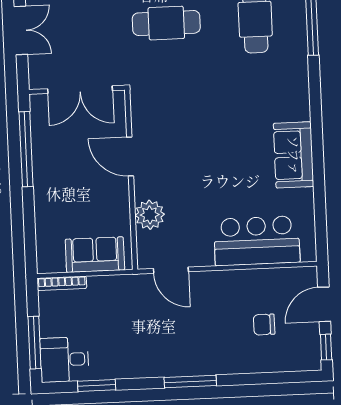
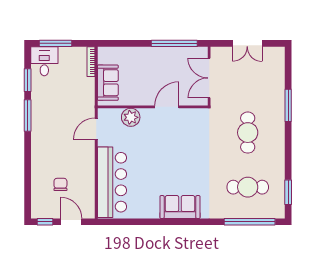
sofa: (294, 155) -> (180, 207), moved
bar counter: (257, 241) -> (112, 182), width x1.36
window: (190, 381) -> (28, 115), moved

